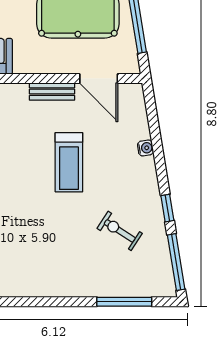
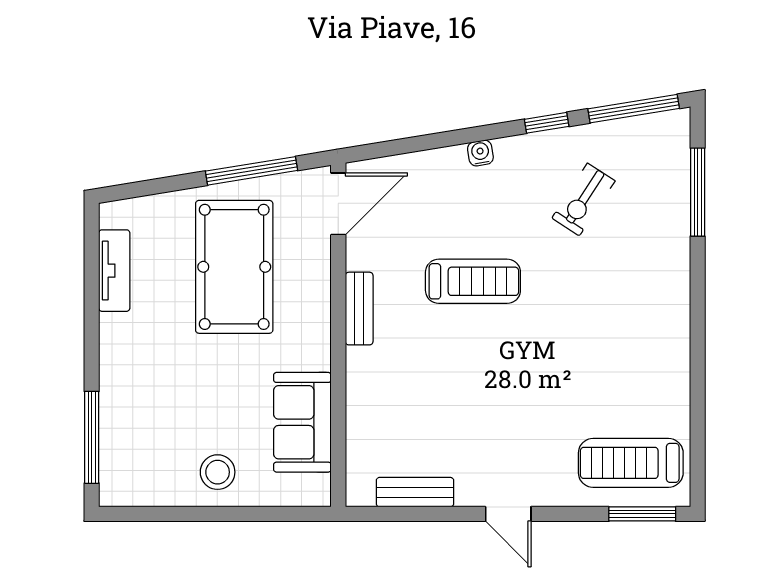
door: (99, 79) -> (338, 204), moved
water cooler: (146, 148) -> (480, 153), moved

